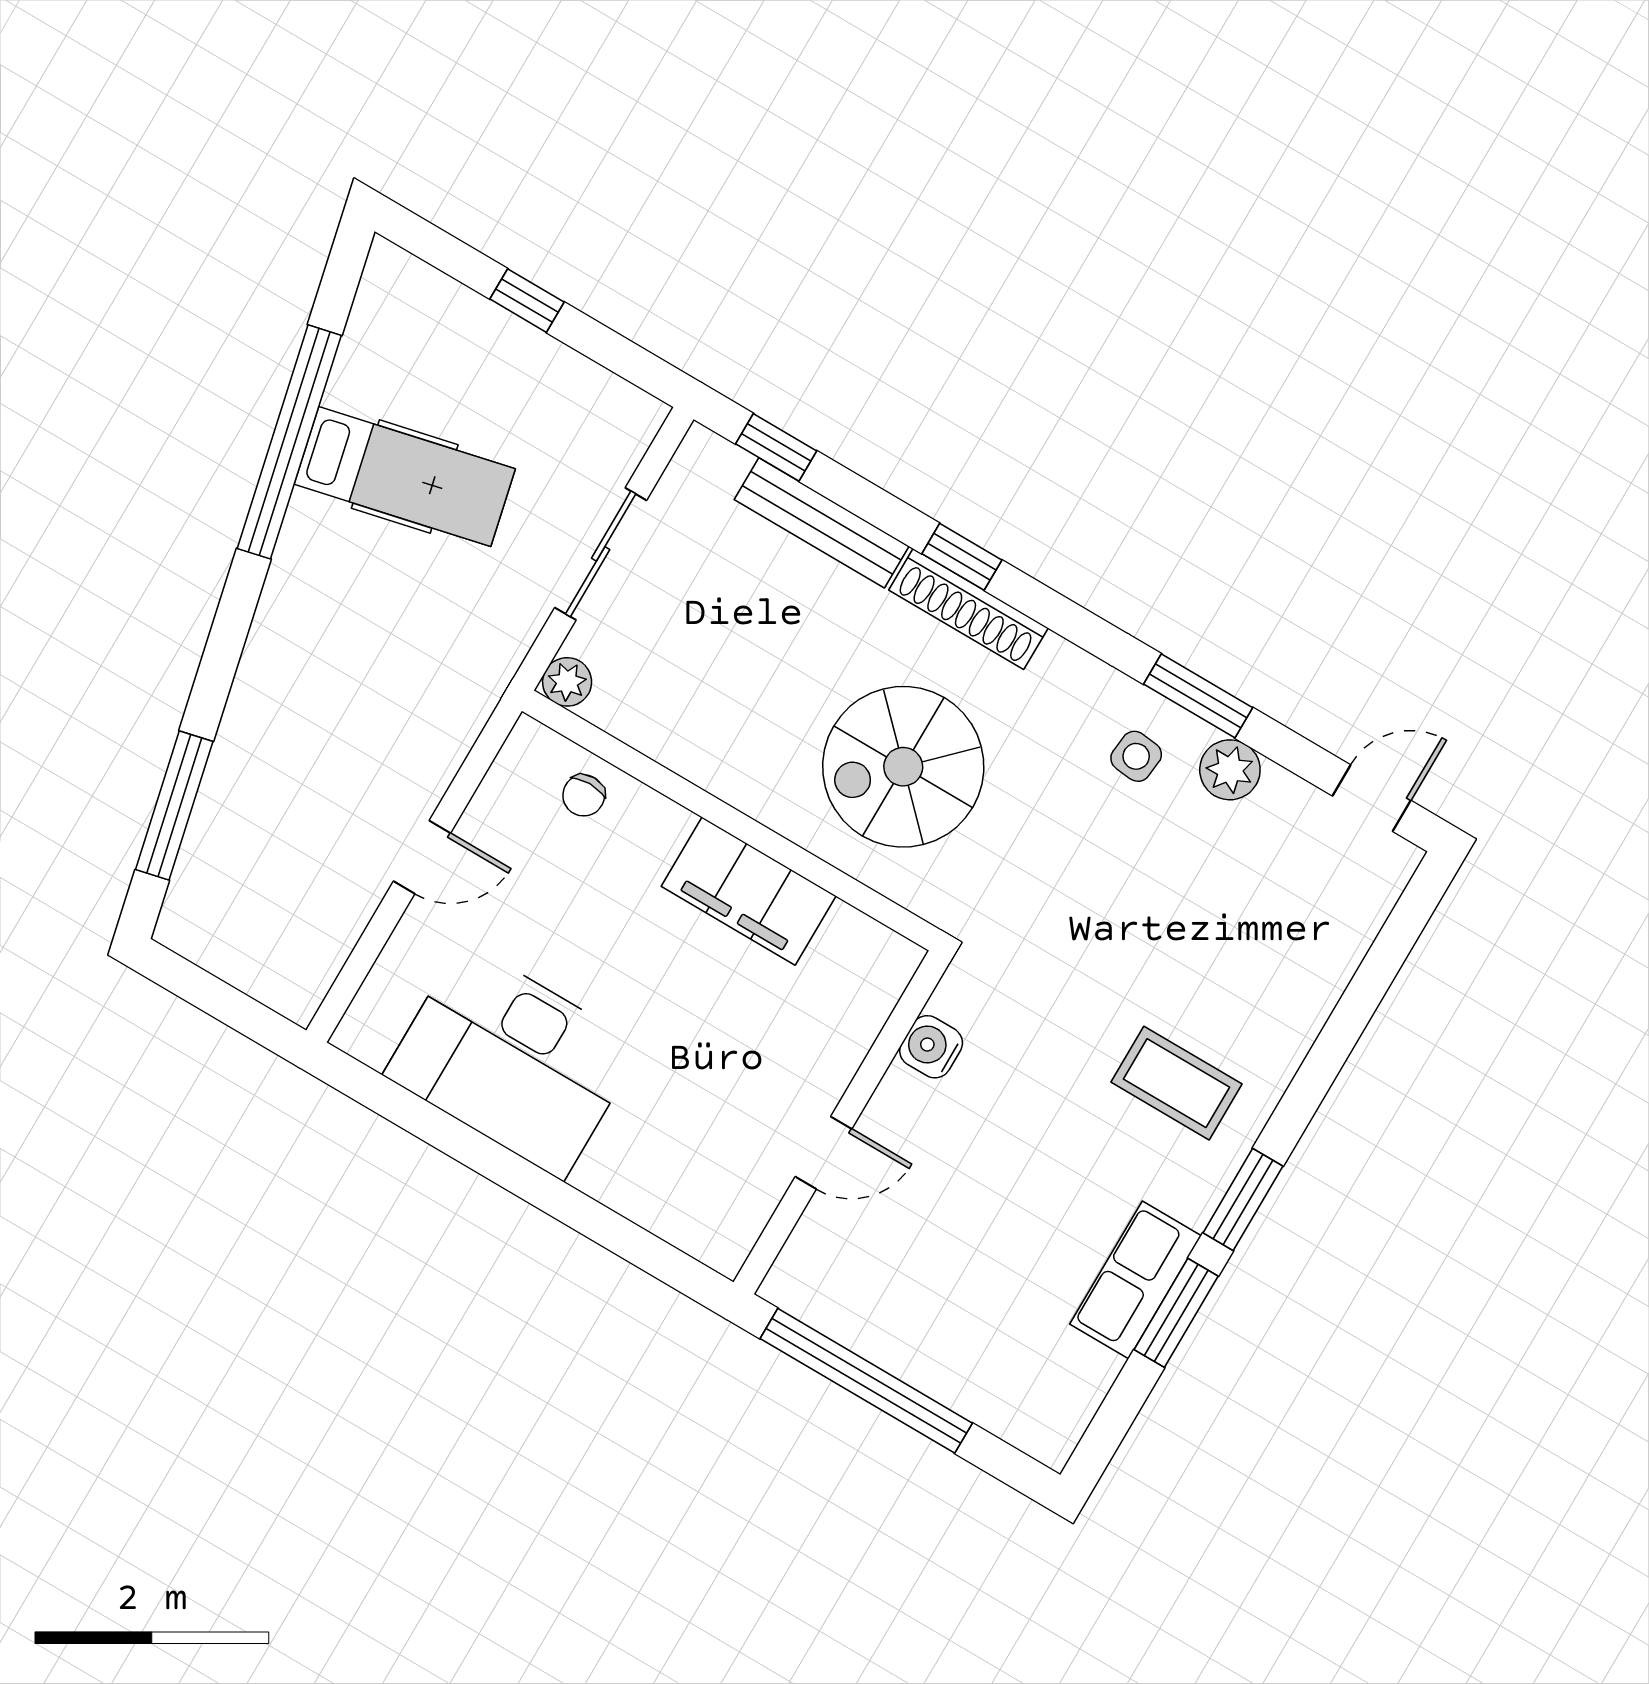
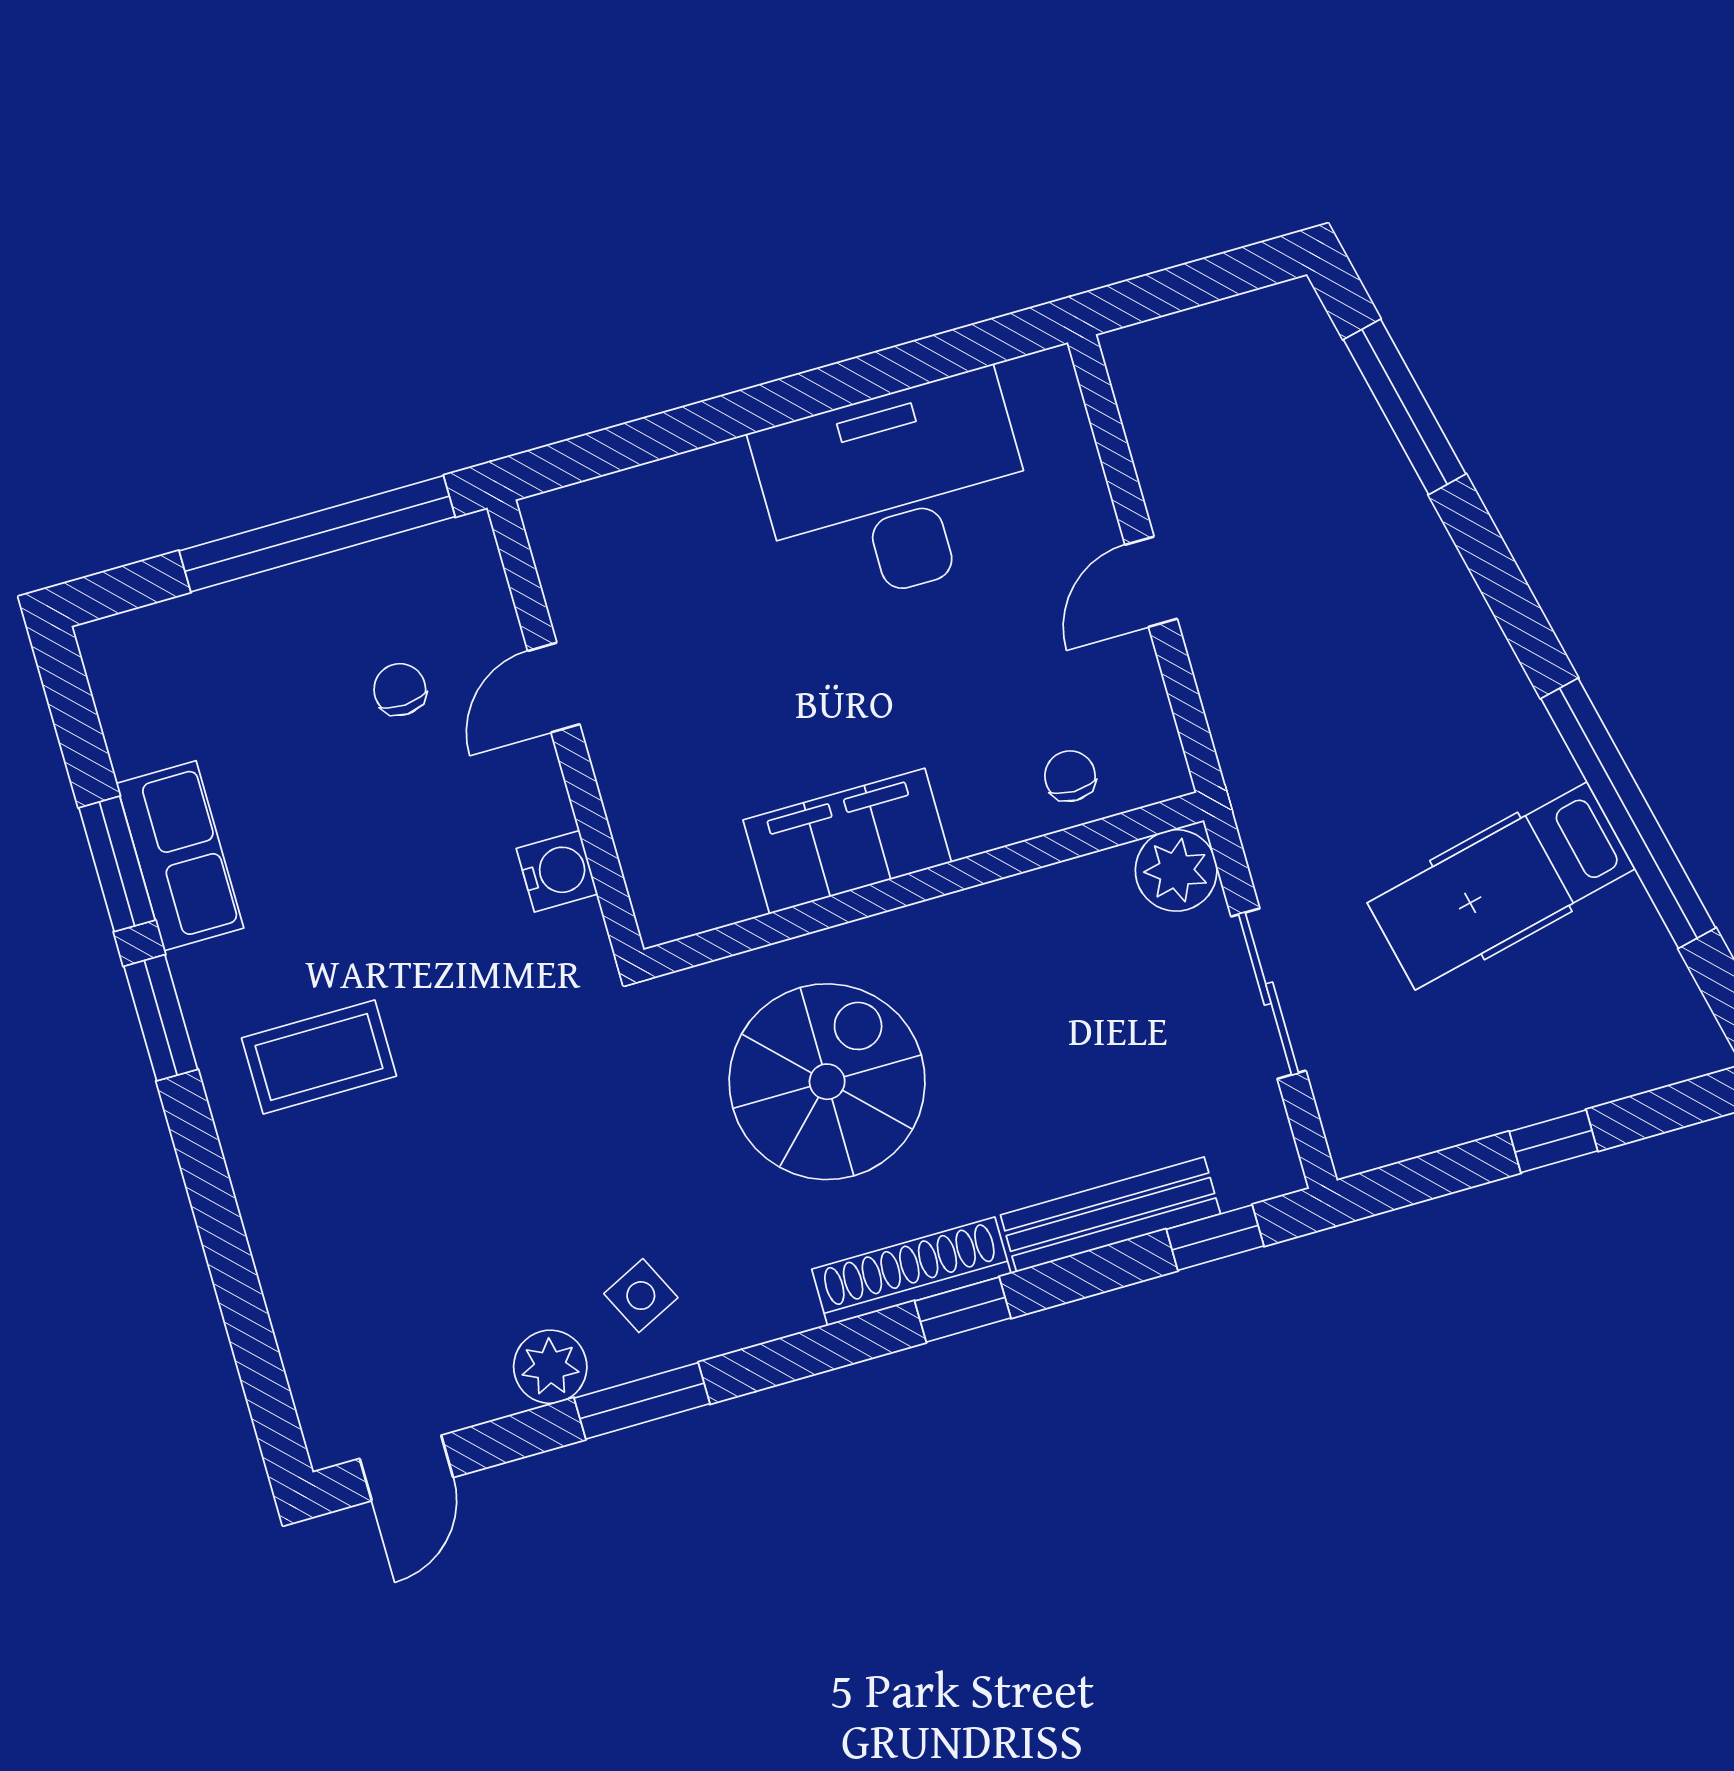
plant: (567, 682) -> (1176, 870), width x1.38, depth x1.38
side table: (1136, 756) -> (641, 1296), turned -32
chair: (912, 1243) -> (400, 689), added

